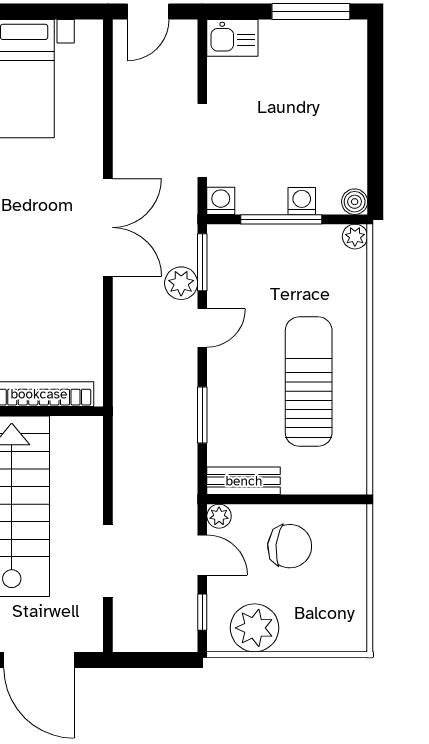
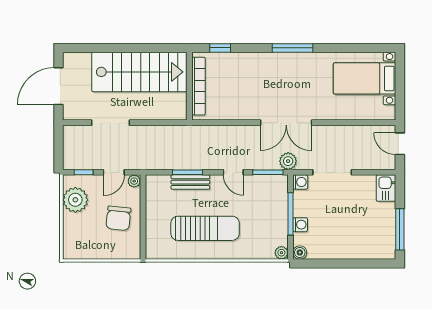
plant: (181, 283) -> (288, 161), moved
bench: (244, 481) -> (190, 182), moved, turned 90

